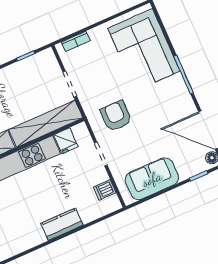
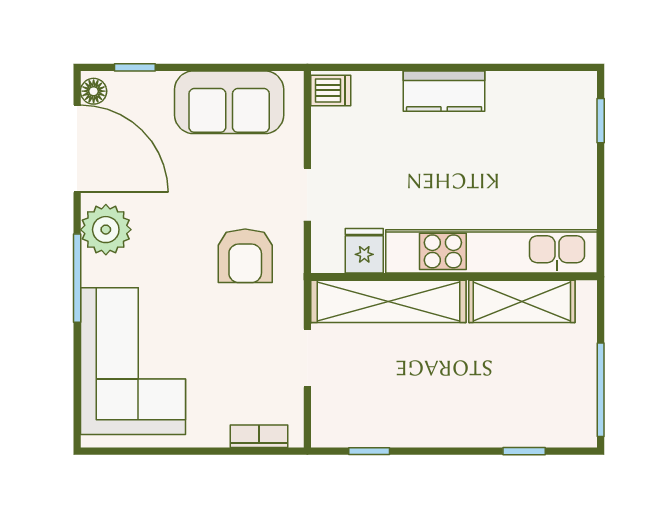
plant: (180, 101) -> (106, 230), added
dishwasher: (105, 190) -> (331, 90), moved

